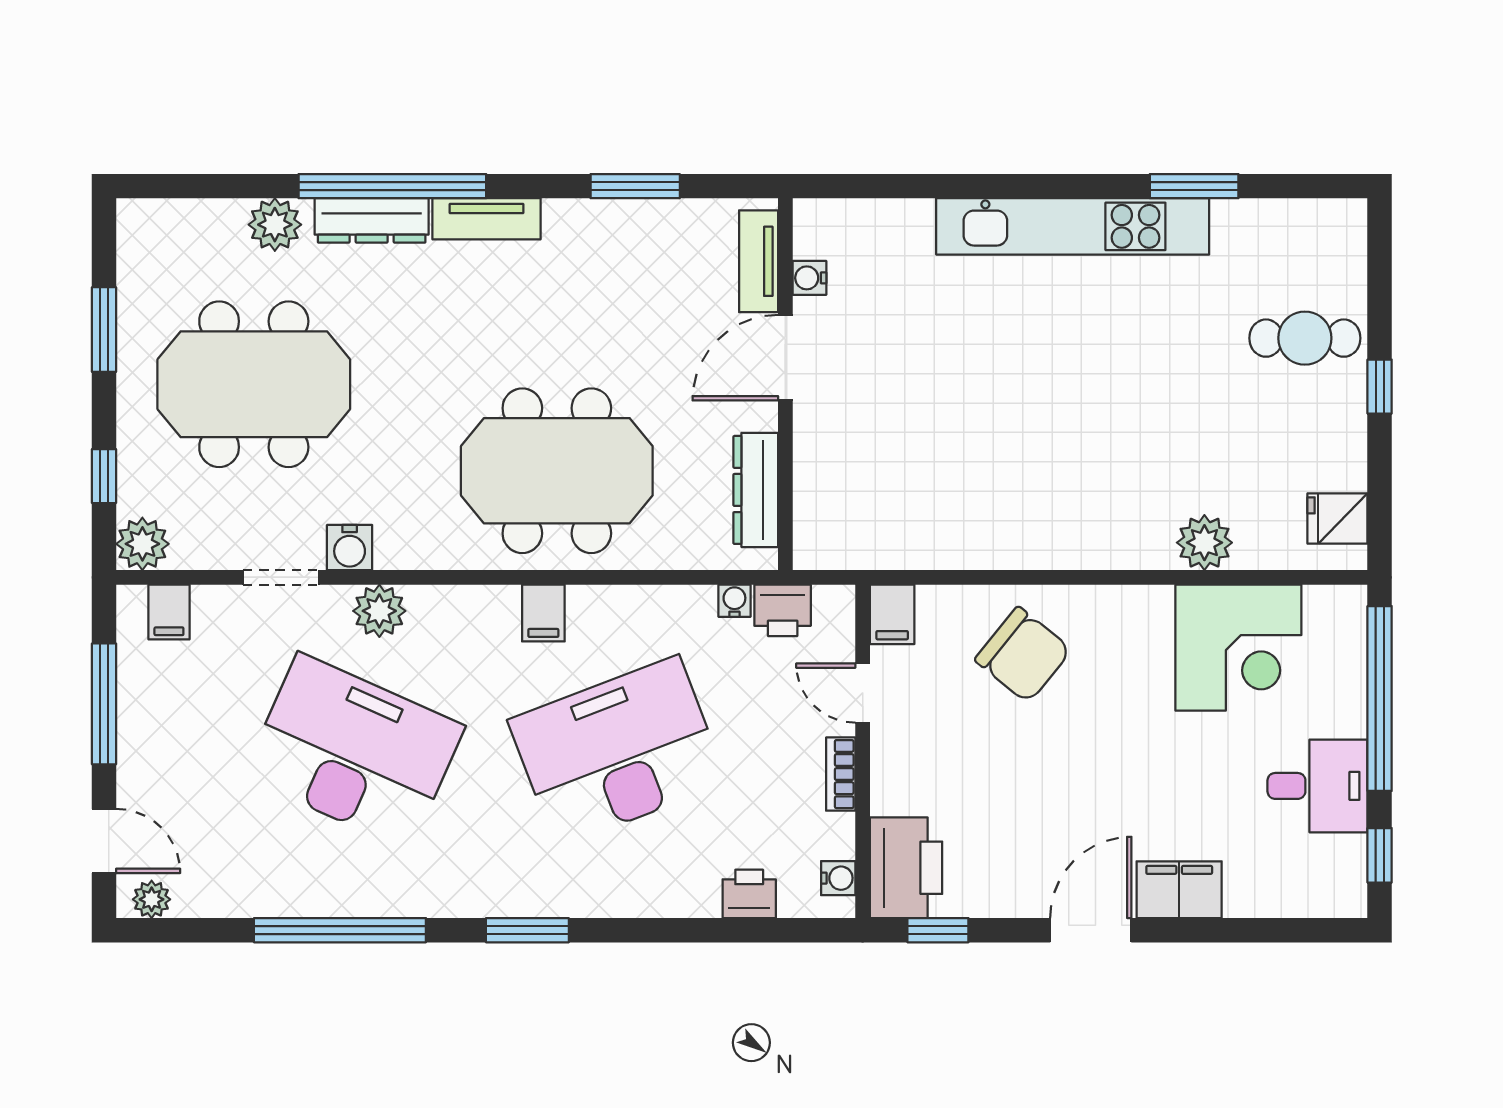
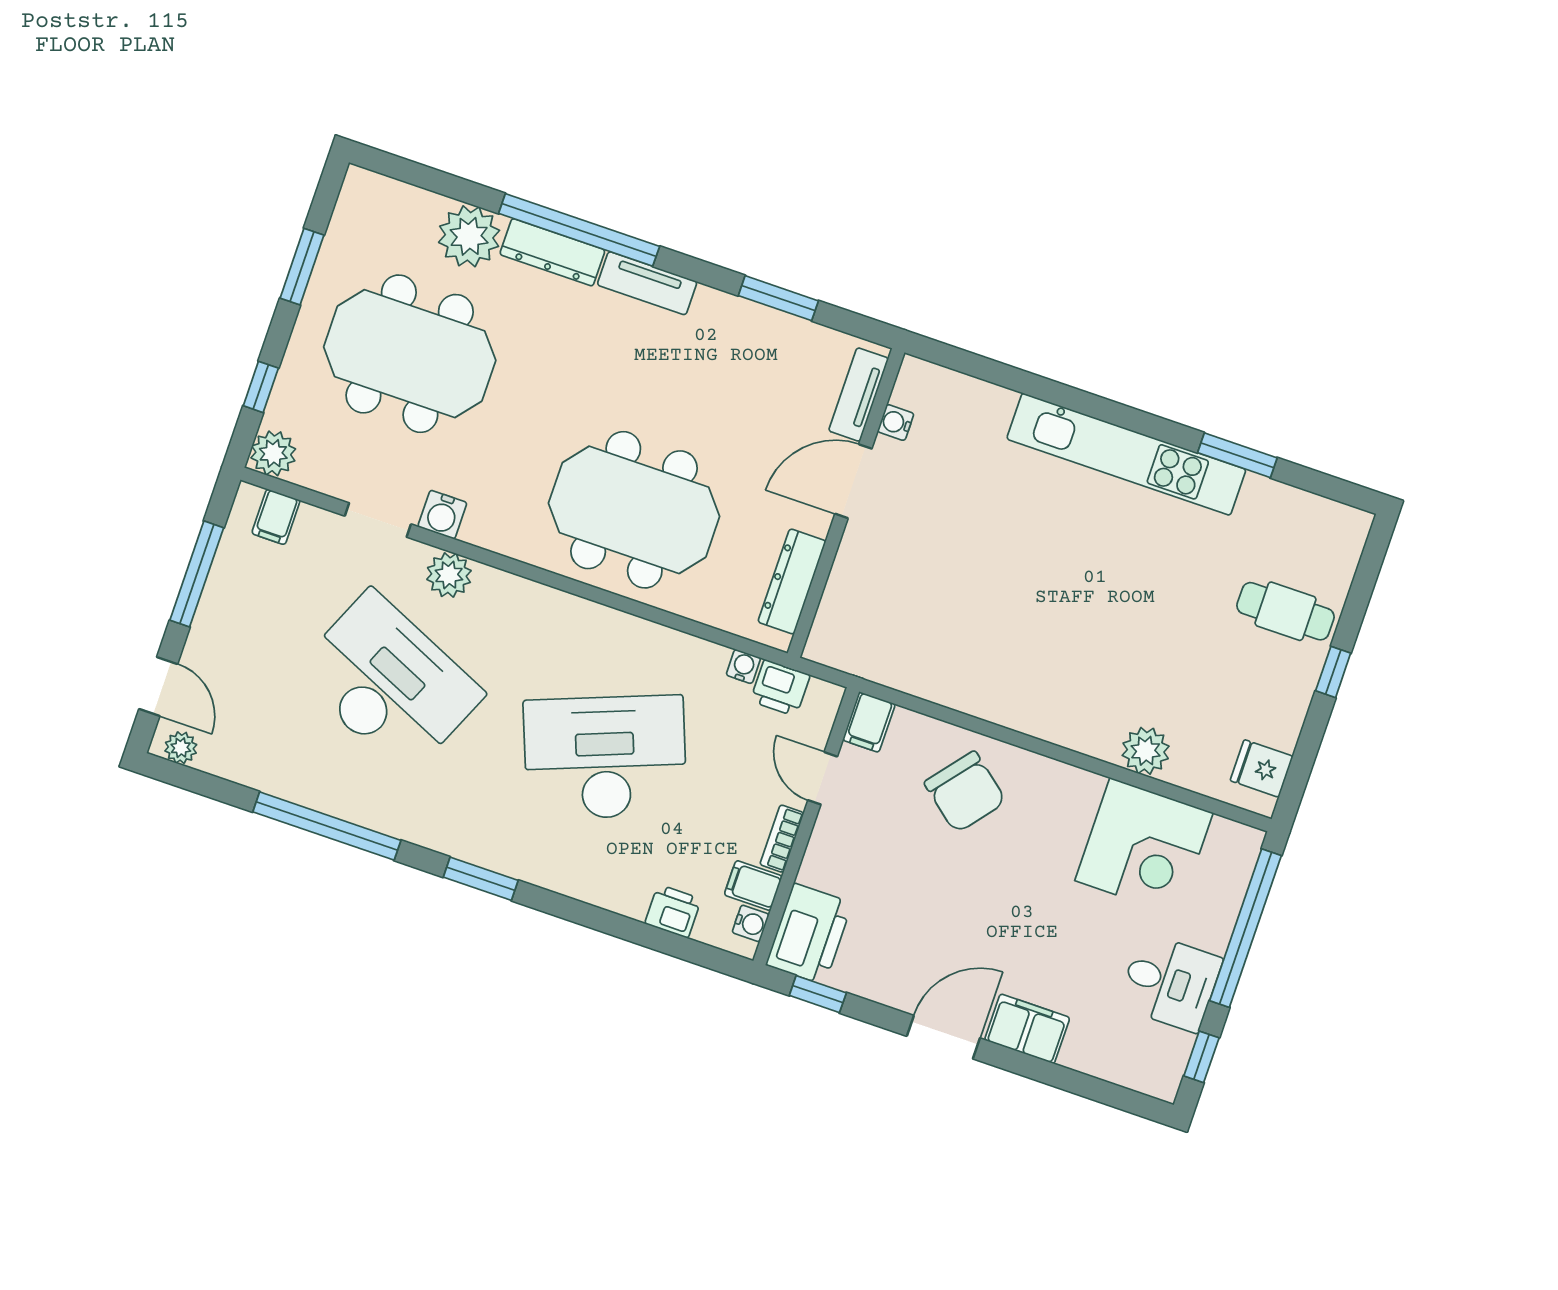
plant: (275, 225) -> (469, 236), width x1.36, depth x1.36
filing cabinet: (543, 613) -> (753, 886), moved, turned 90

